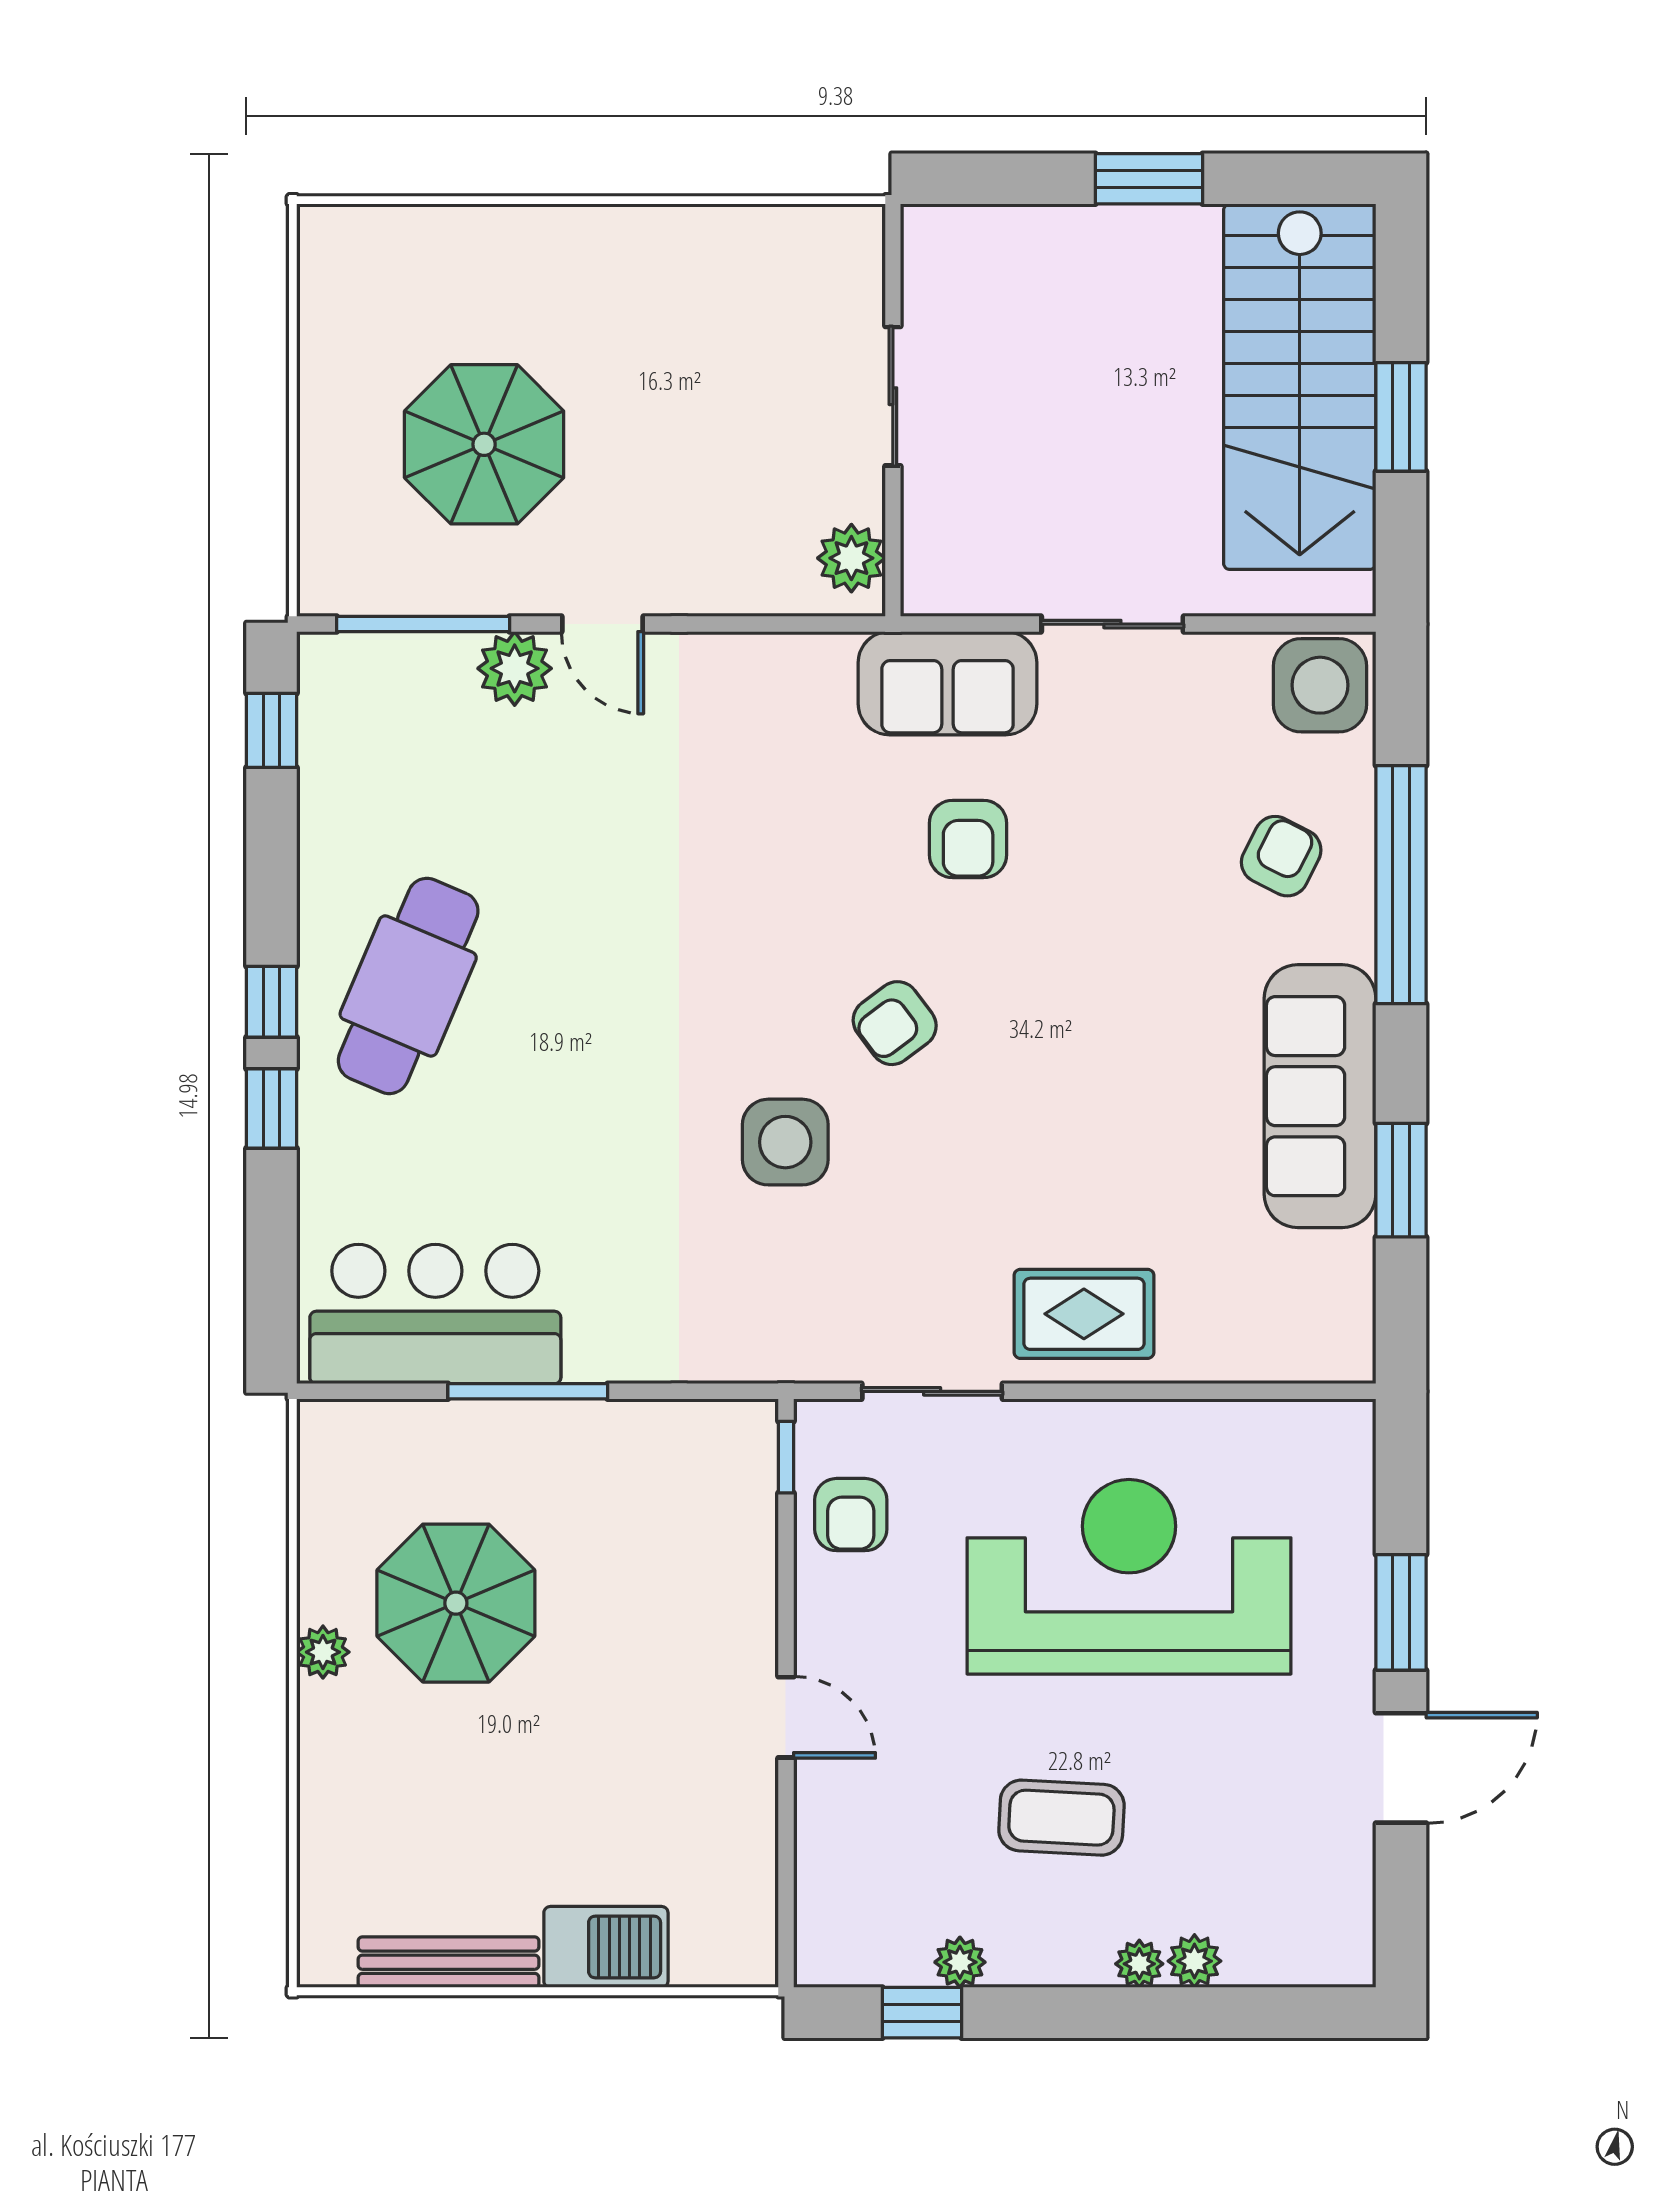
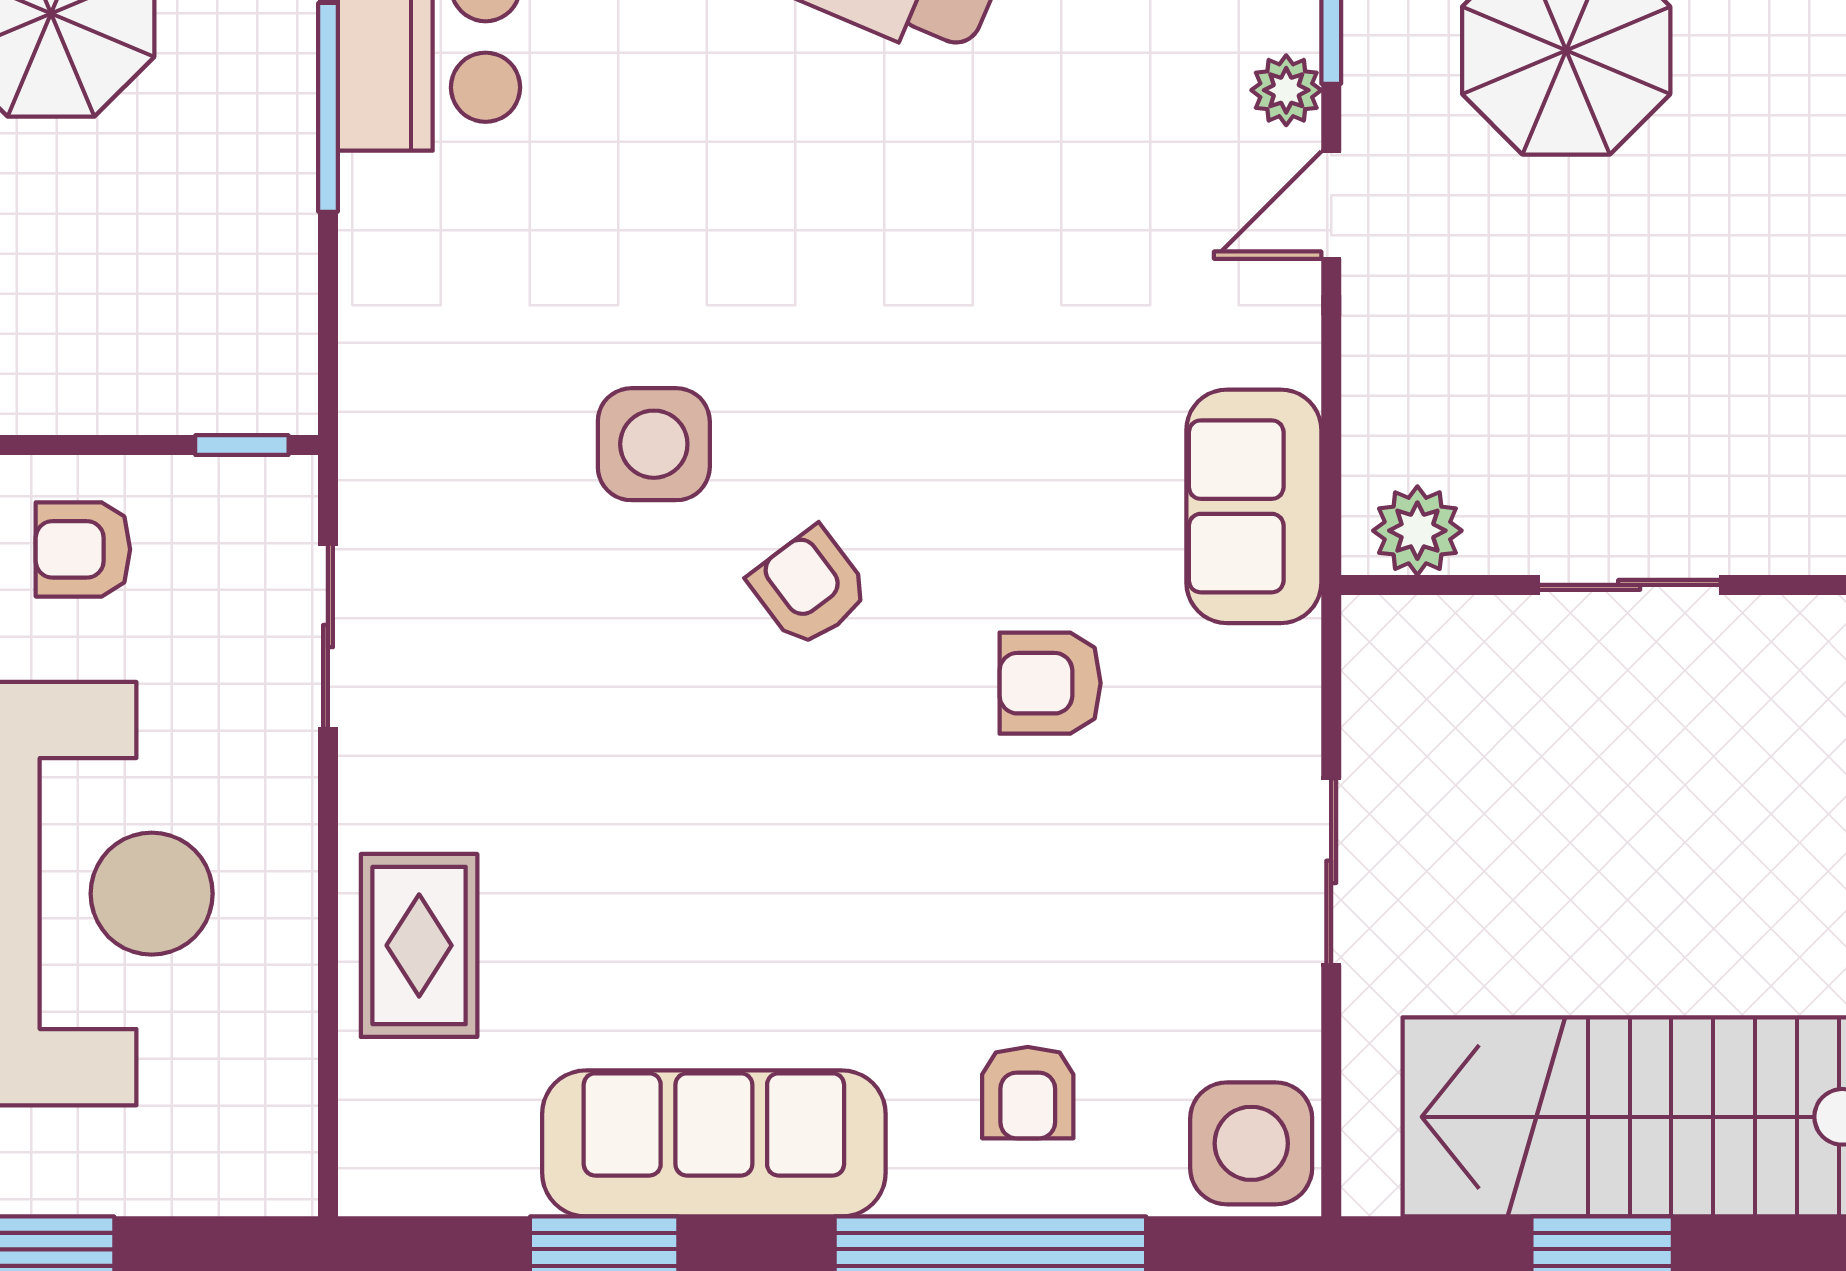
plant: (515, 668) -> (1286, 90), width x0.73, depth x0.73
sofa: (948, 683) -> (1254, 506), moved
armchair: (1281, 856) -> (1028, 1093), turned 63
rug: (1084, 1314) -> (419, 945), moved
armchair: (851, 1515) -> (83, 549), moved

